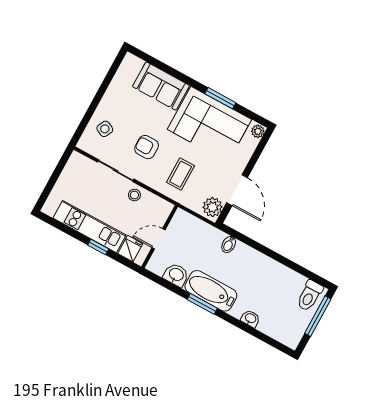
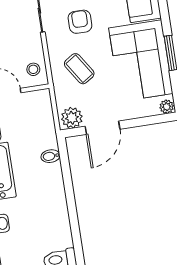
coffee table: (181, 174) -> (79, 69), turned 57
stool: (134, 195) -> (33, 69), moved

